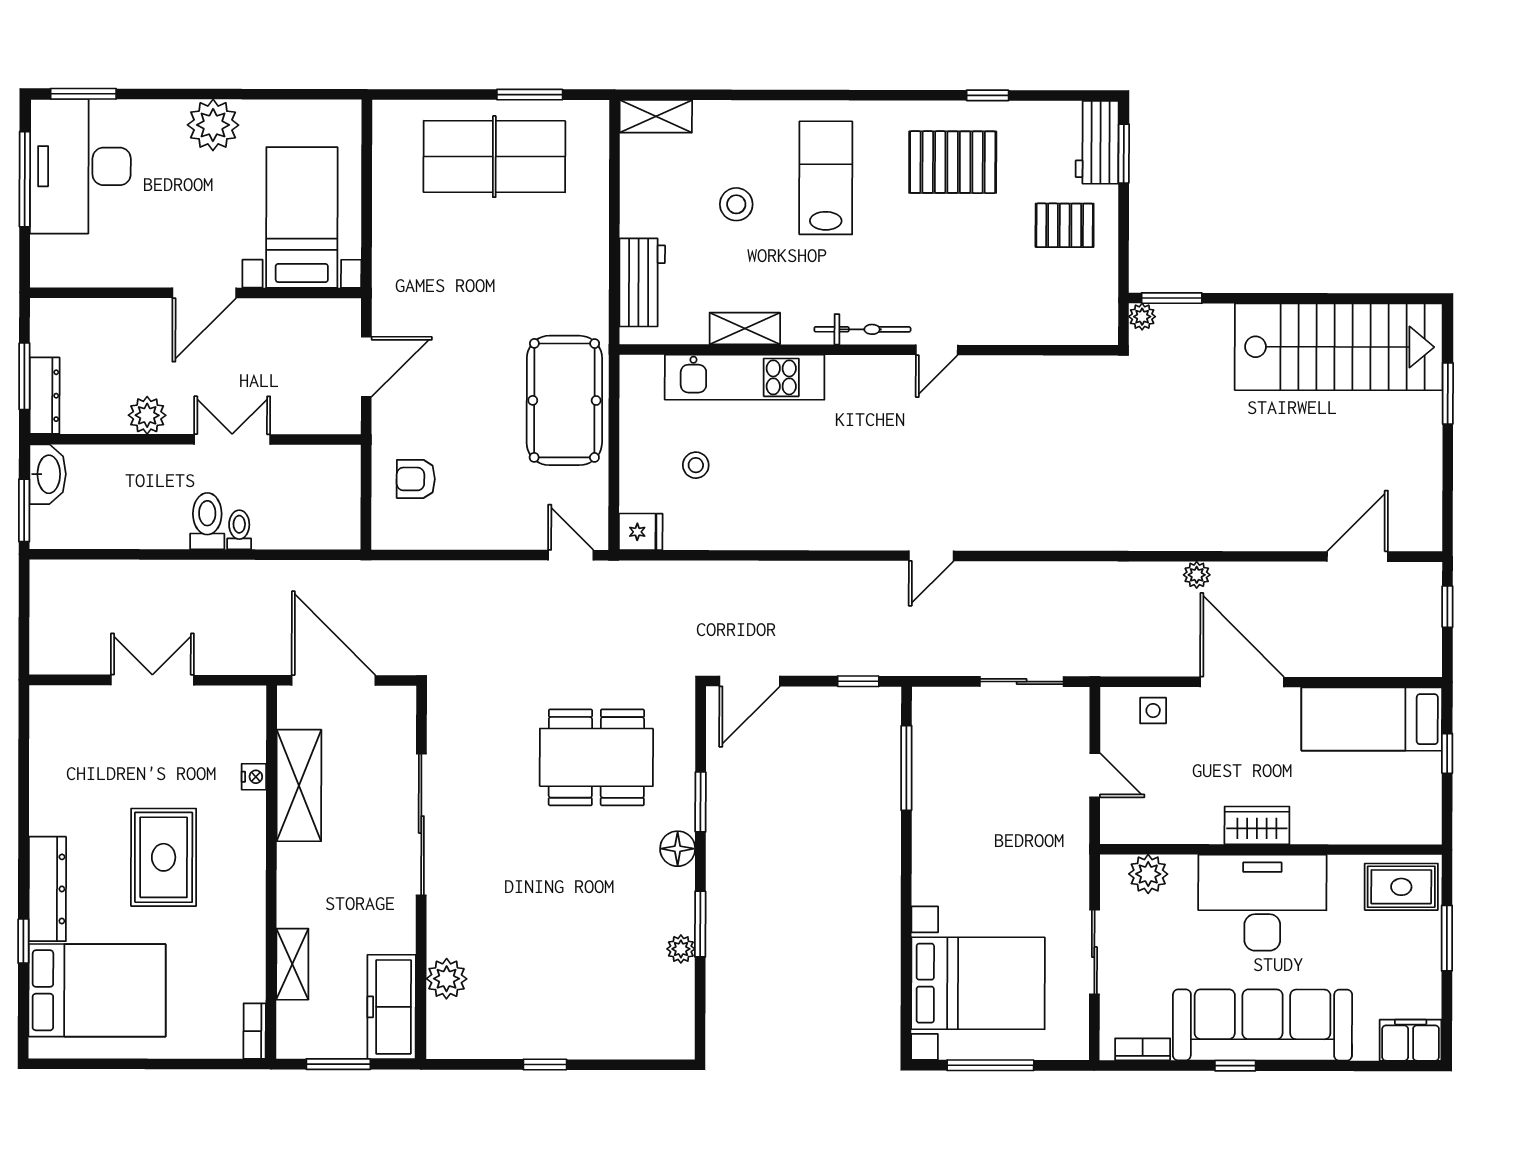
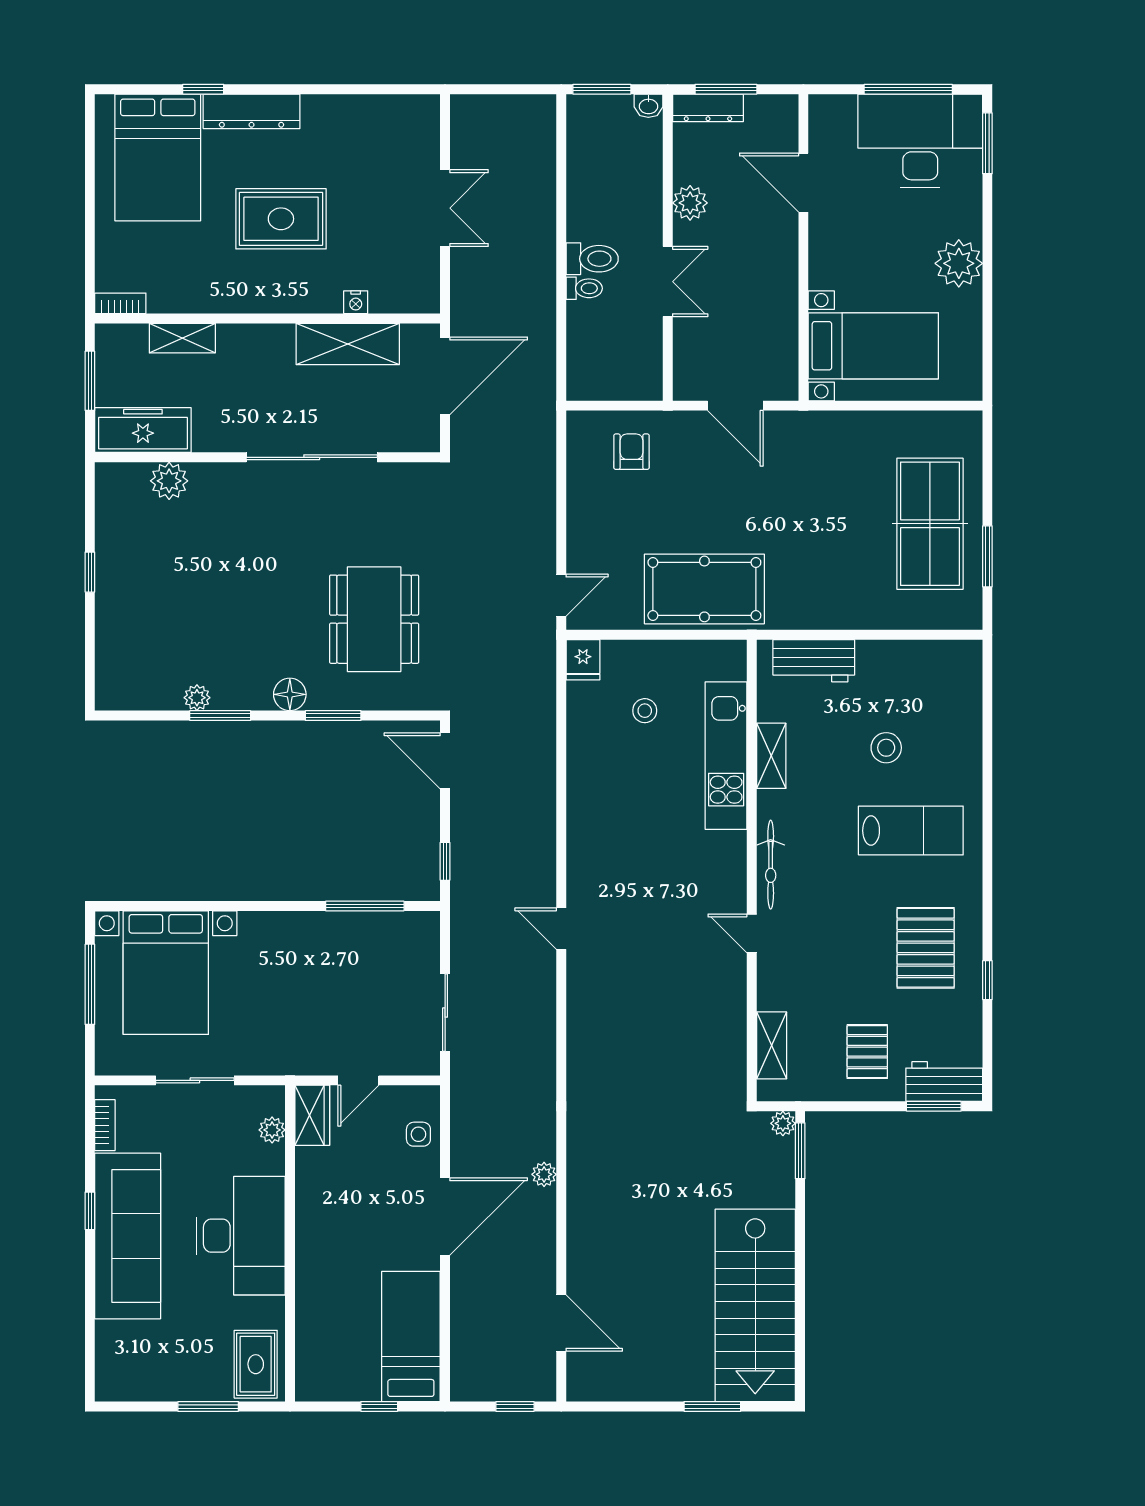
shelving: (656, 116) -> (772, 1045), moved
door: (204, 293) -> (803, 183), moved
washbasin: (48, 474) -> (648, 106), width x0.52, depth x0.69
wardrobe: (1257, 825) -> (312, 1115), moved
plant: (1148, 874) -> (272, 1130), width x0.73, depth x0.73
filing cabinet: (1411, 1040) -> (114, 1373), removed

